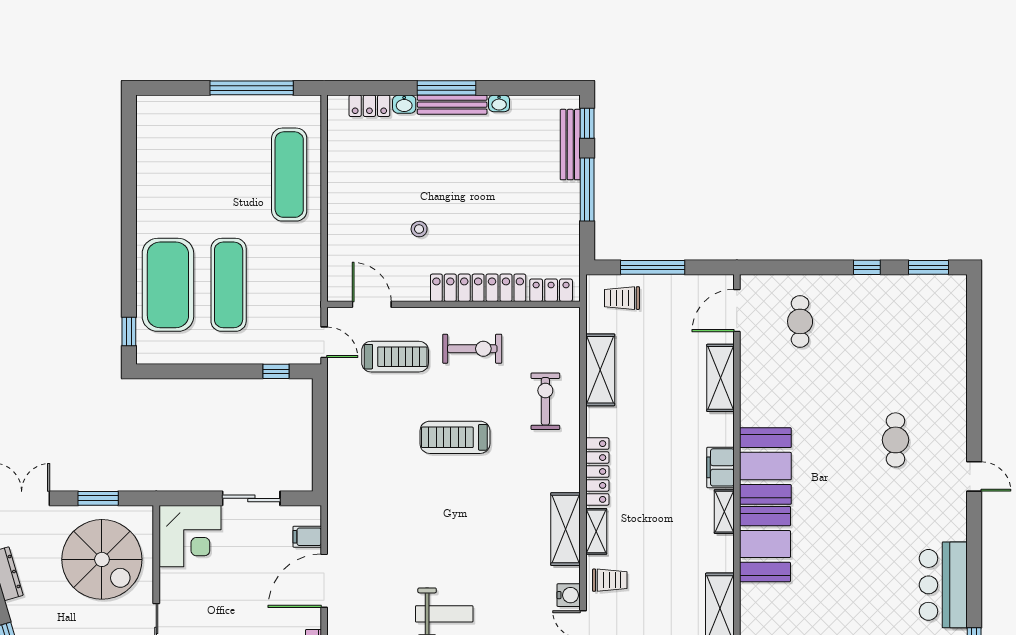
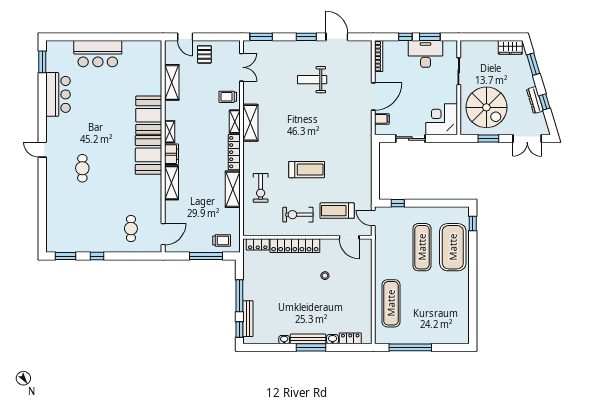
shelving: (600, 370) -> (233, 189), moved
shelving: (721, 378) -> (171, 183), moved
spiral stairs: (102, 559) -> (486, 107), turned 180
water cooler: (569, 595) -> (249, 89), removed

